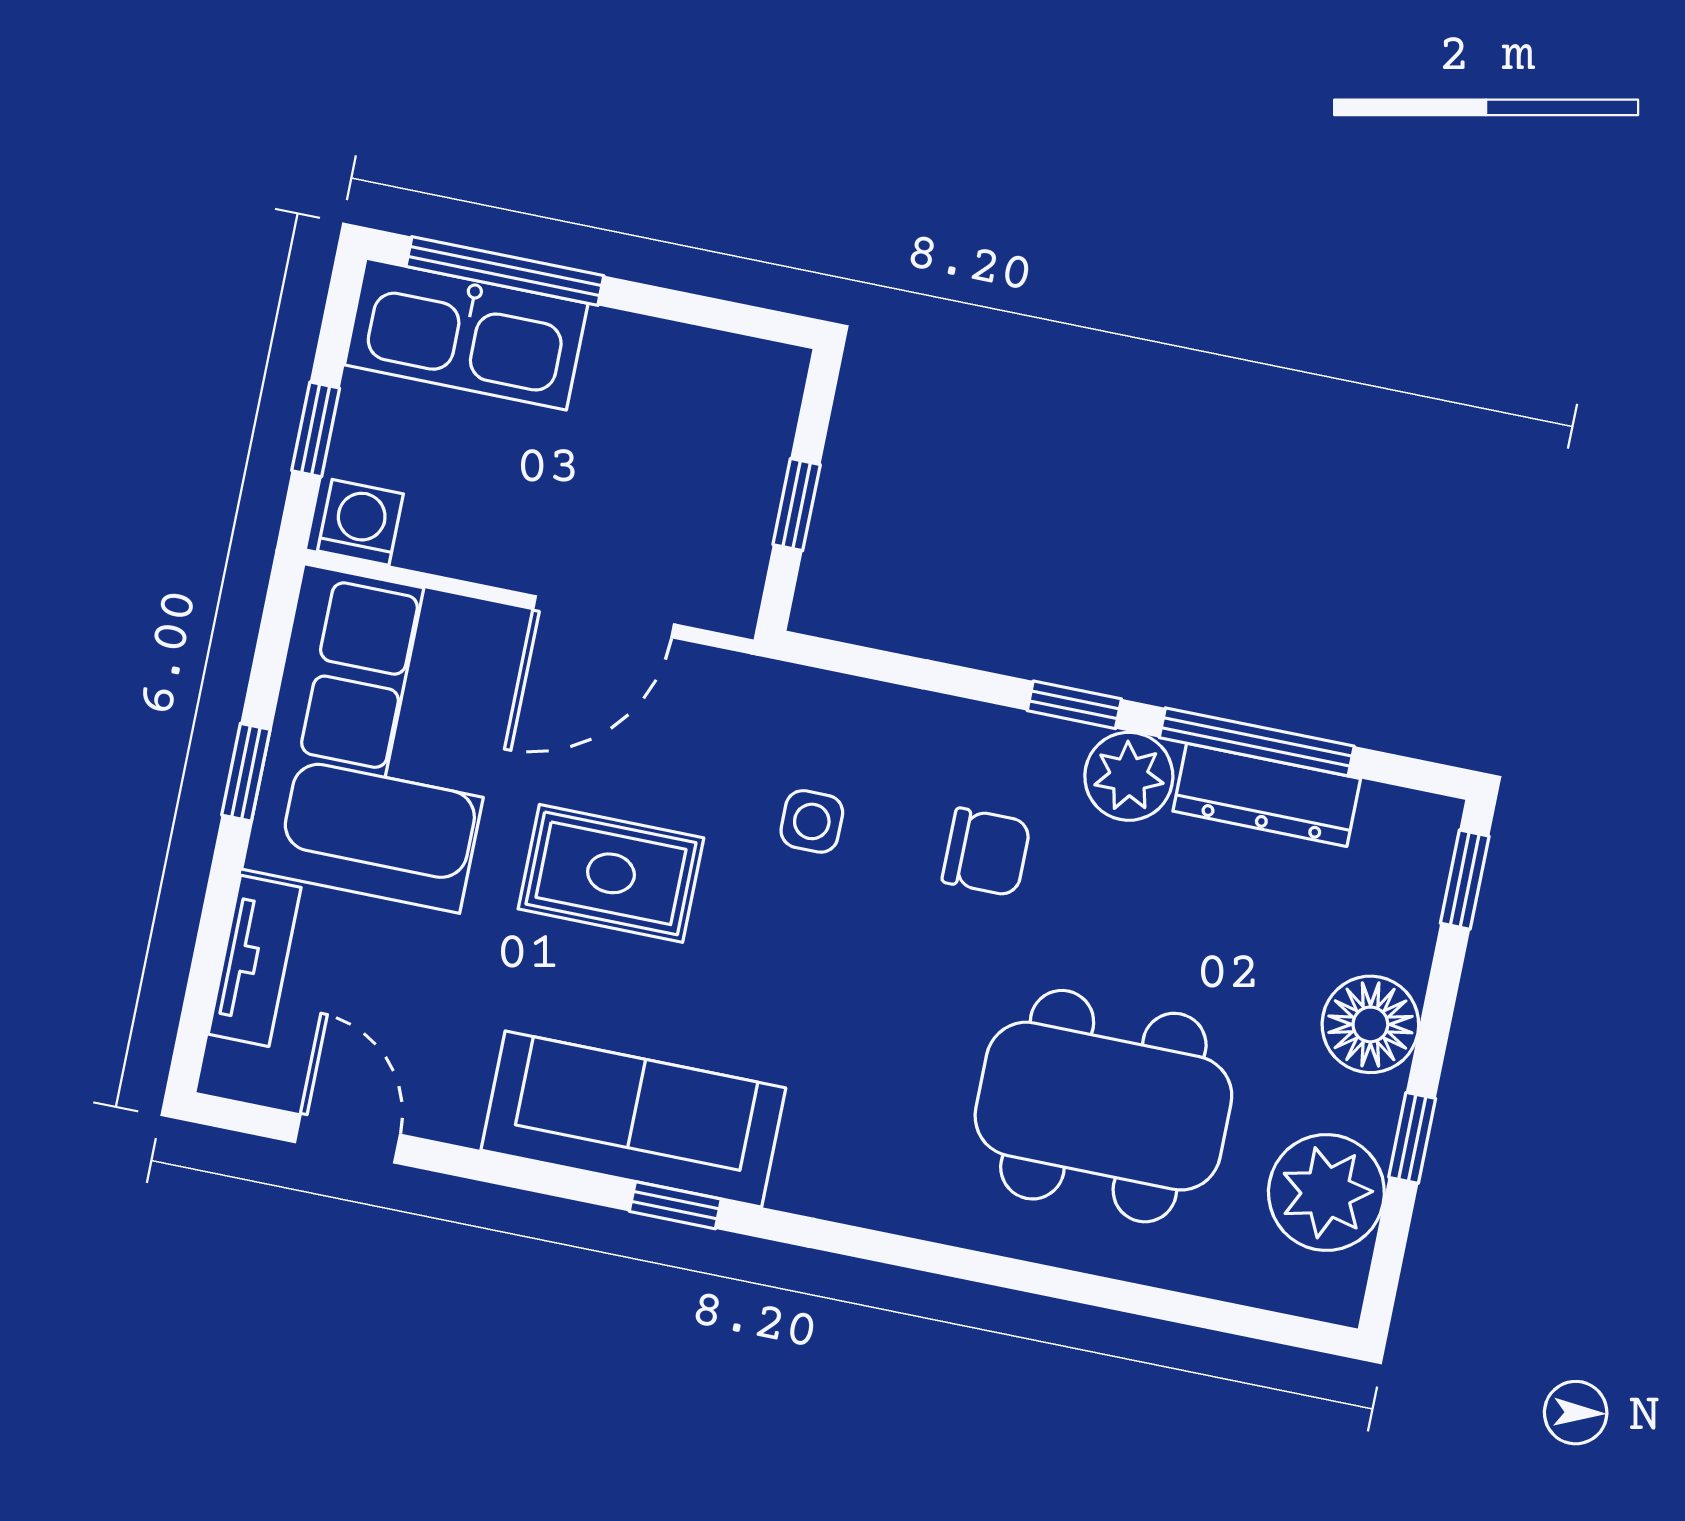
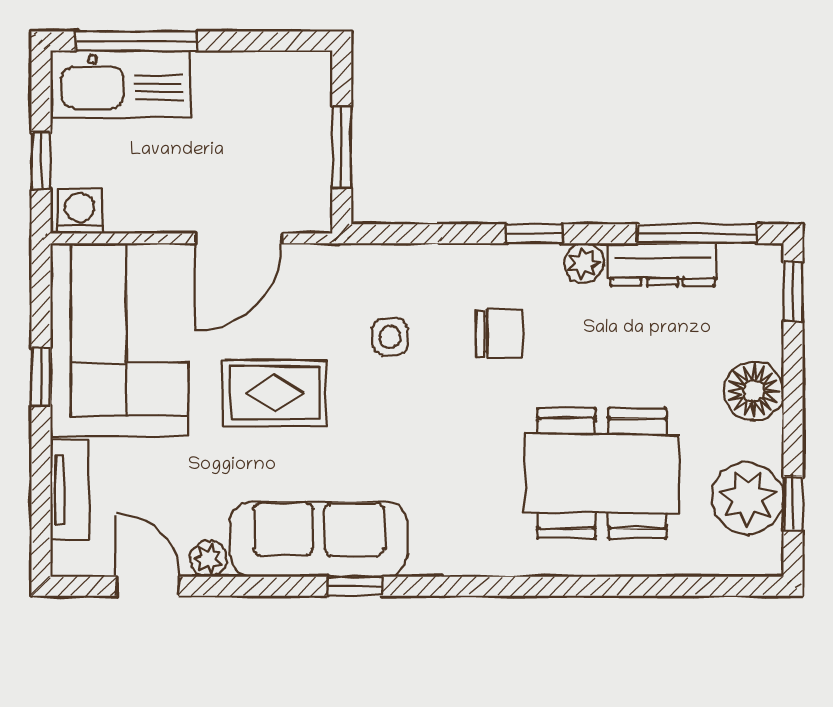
window: (797, 505) -> (342, 147), width x1.50
window: (1257, 742) -> (697, 234), moved
plant: (1129, 776) -> (584, 263), width x0.73, depth x0.73
plant: (452, 1114) -> (208, 559), added
window: (1412, 1138) -> (793, 503), moved

